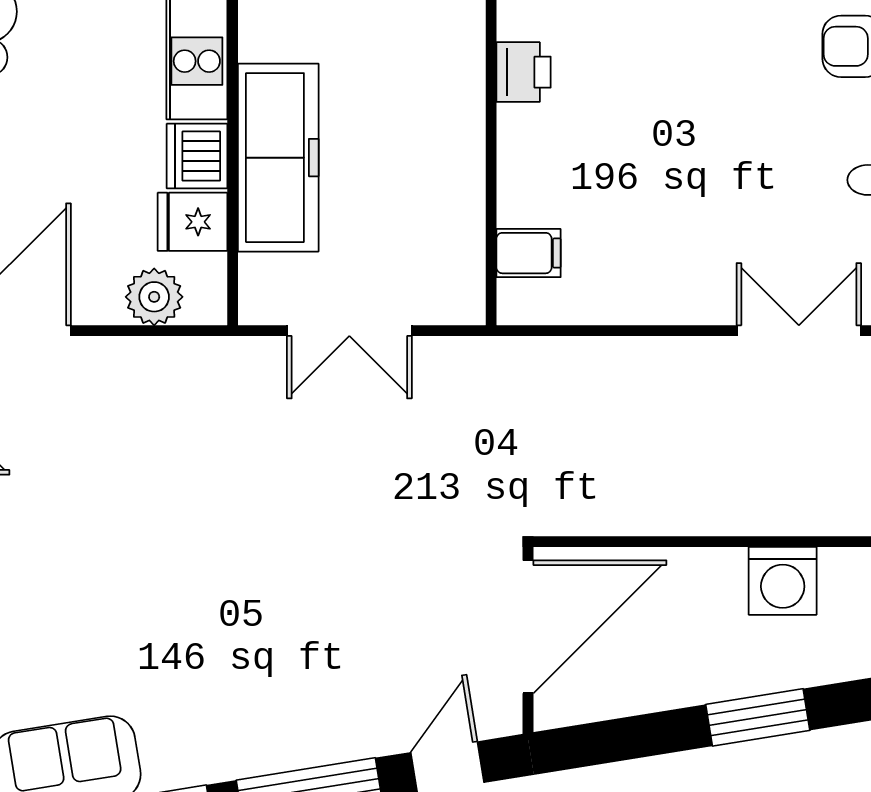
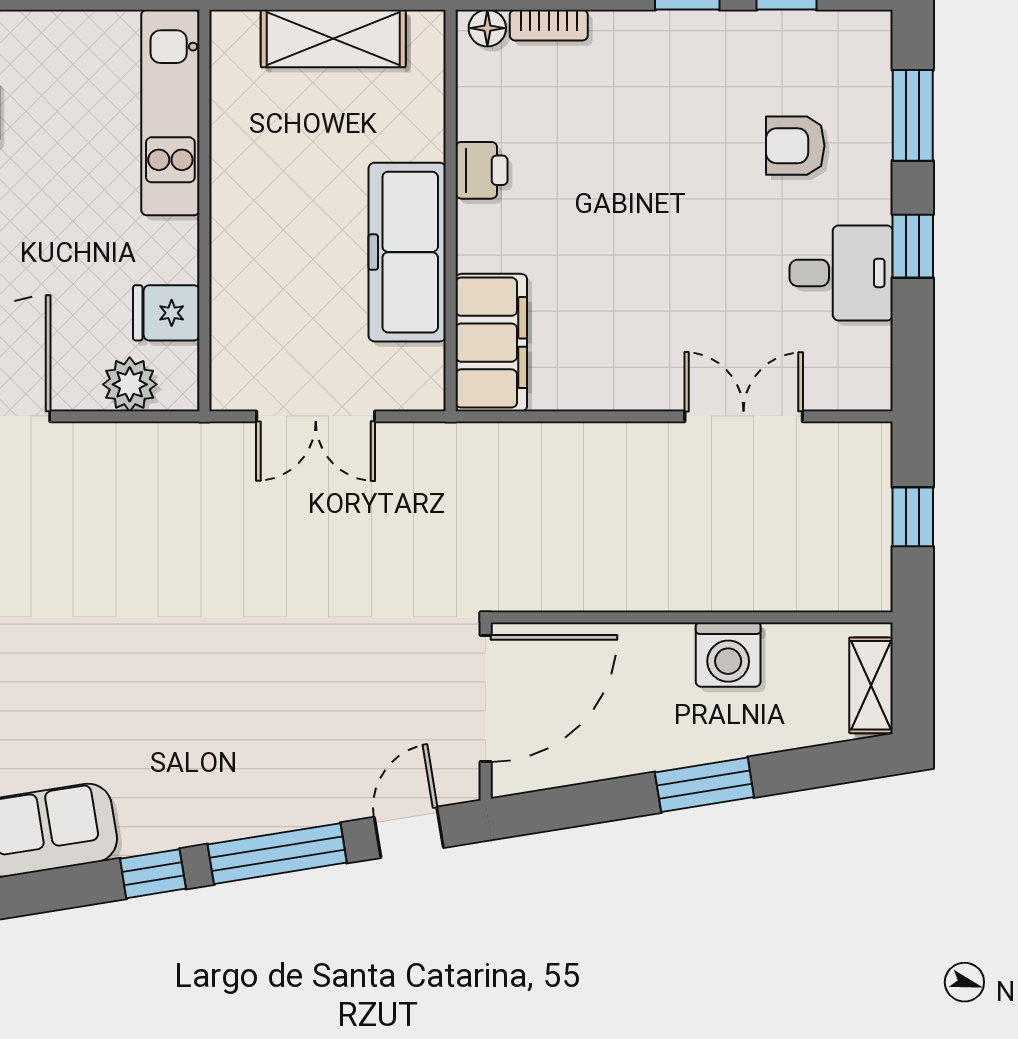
dishwasher: (197, 156) -> (171, 250), removed
freezer: (278, 158) -> (407, 252), moved, turned 180
filing cabinet: (528, 253) -> (491, 343), width x3.00, depth x1.17

